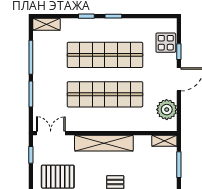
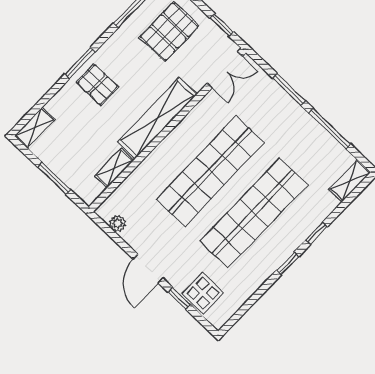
plant: (167, 110) -> (118, 223), width x0.53, depth x0.53
shelving: (164, 141) -> (114, 168), moved

